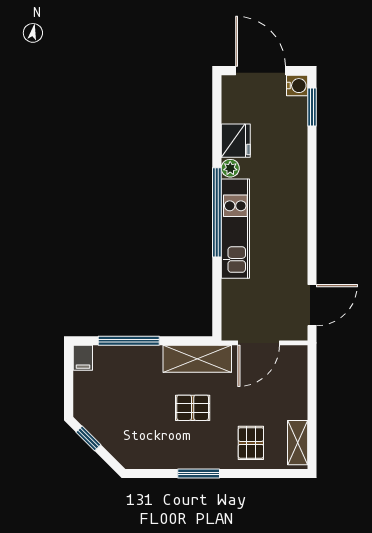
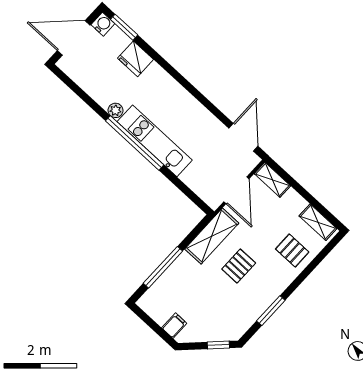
fridge: (236, 141) -> (136, 59), moved, turned 180
filing cabinet: (83, 358) -> (174, 326), moved, turned -90
shelving: (298, 367) -> (272, 180), added
window: (88, 438) -> (218, 345), moved
window: (199, 473) -> (271, 311), moved

